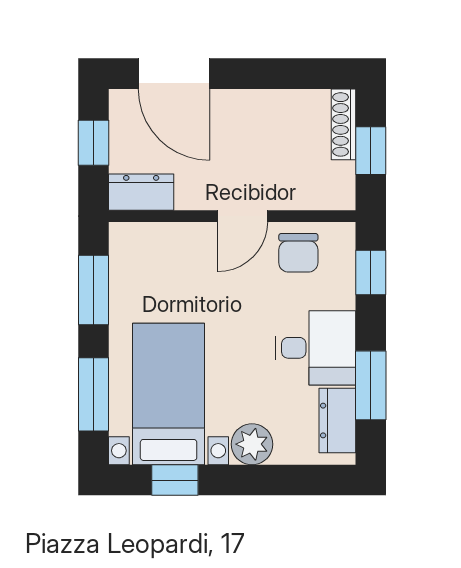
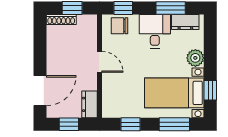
chair: (298, 253) -> (120, 26), moved, turned 180
window: (94, 290) -> (131, 124), width x0.67

